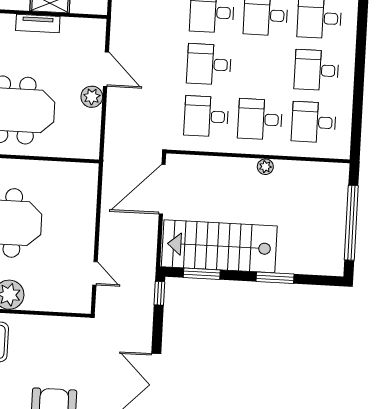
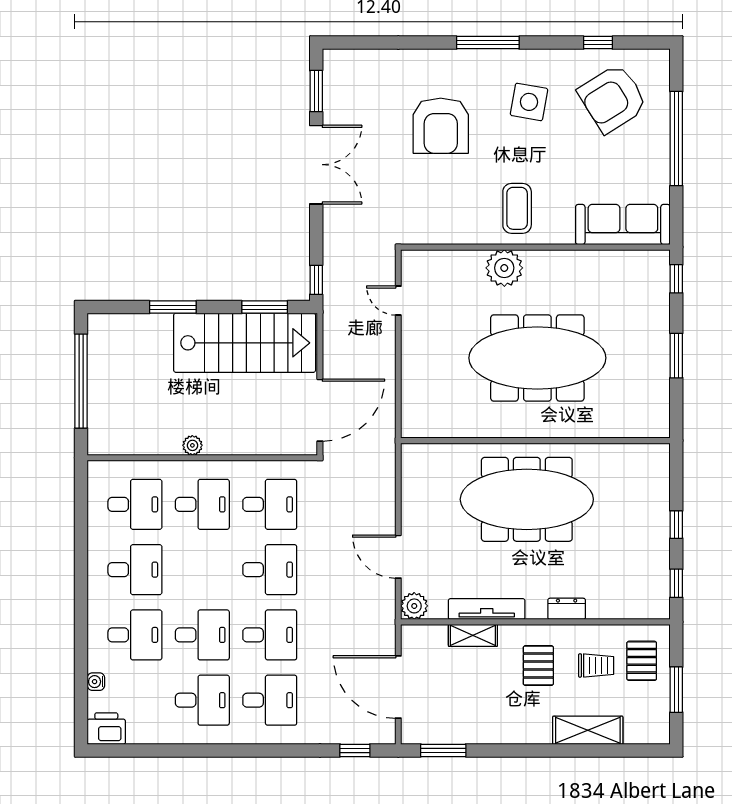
tv unit: (38, 24) -> (487, 609), width x1.41
plant: (92, 97) -> (414, 606), moved

